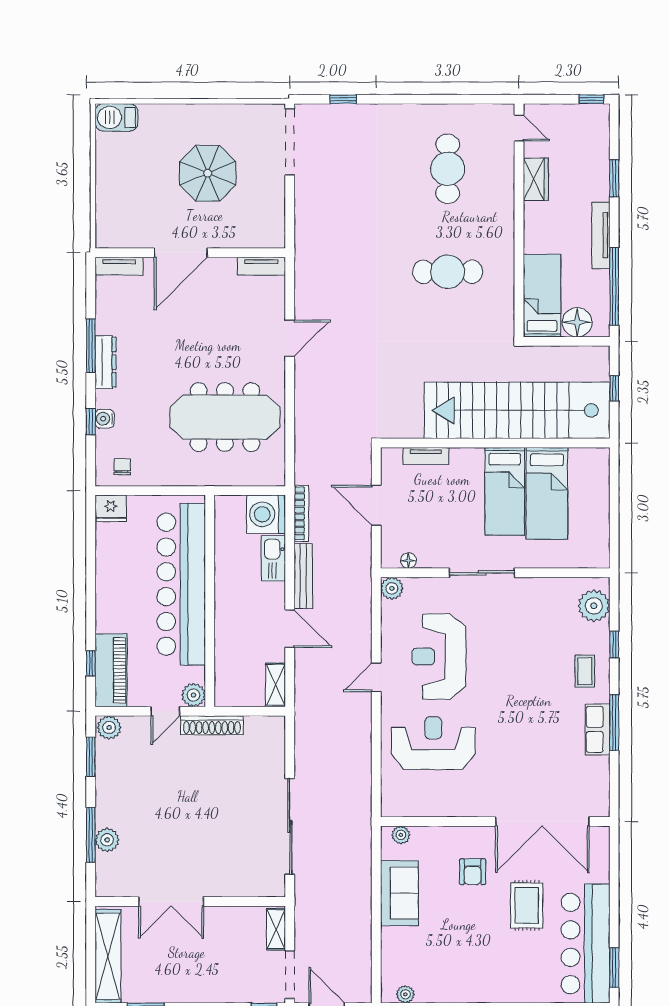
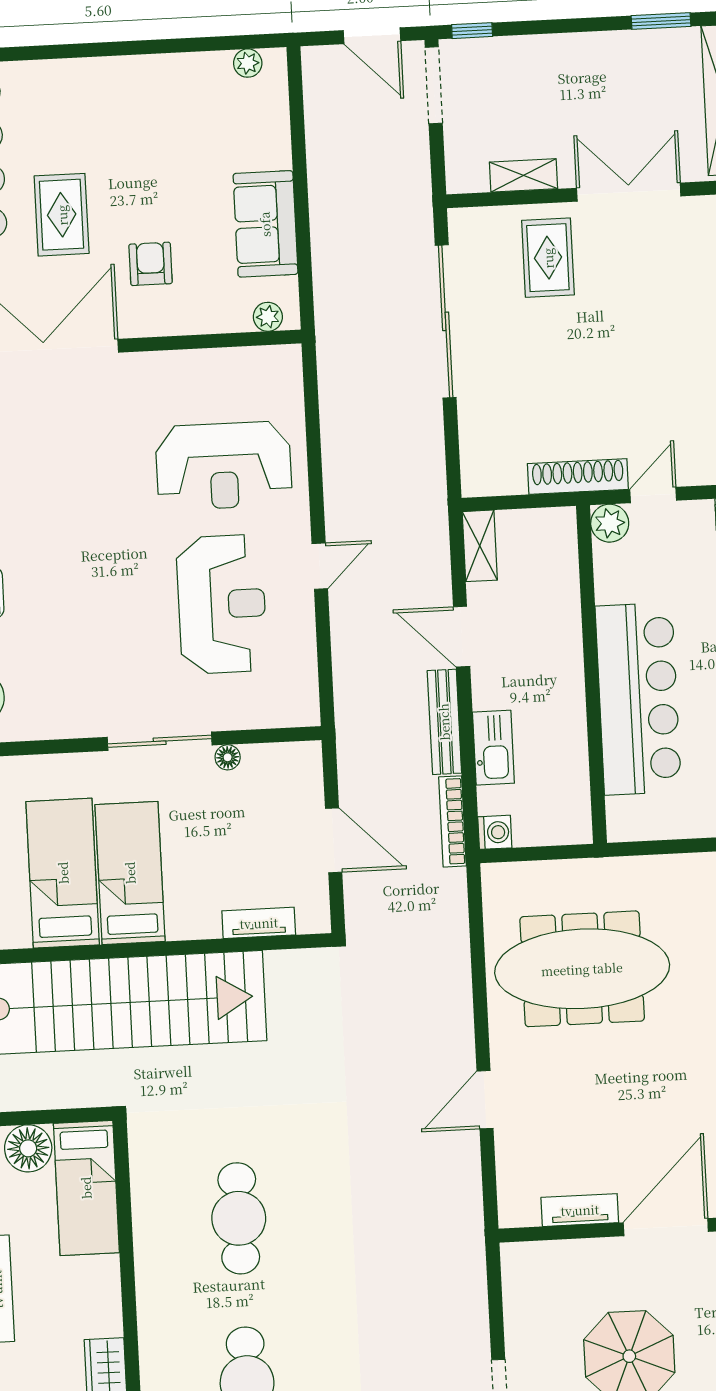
tv unit: (261, 266) -> (580, 1210), moved
cafe table: (448, 272) -> (239, 1218), turned 90
washing machine: (266, 514) -> (495, 832), width x0.53, depth x0.53
floor lamp: (409, 561) -> (228, 757), moved
bar counter: (181, 584) -> (638, 699), width x0.73
plant: (392, 588) -> (302, 709), removed
rug: (224, 863) -> (548, 258), added
shelving: (276, 929) -> (524, 175), moved, turned 90

